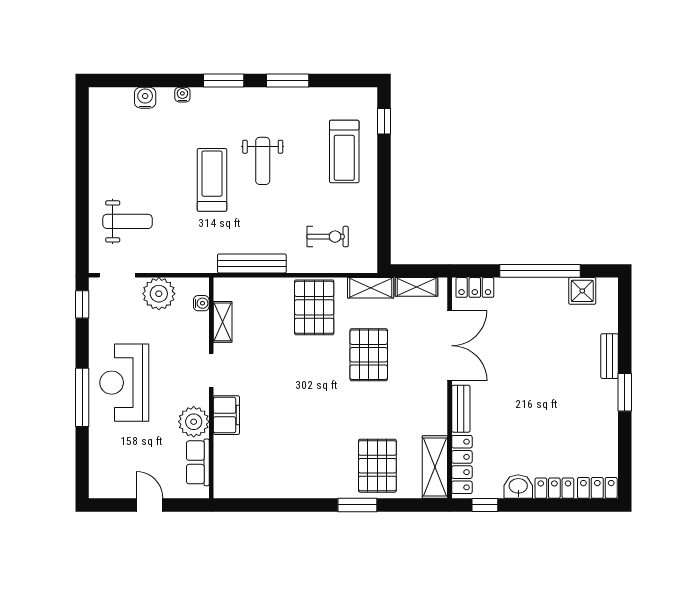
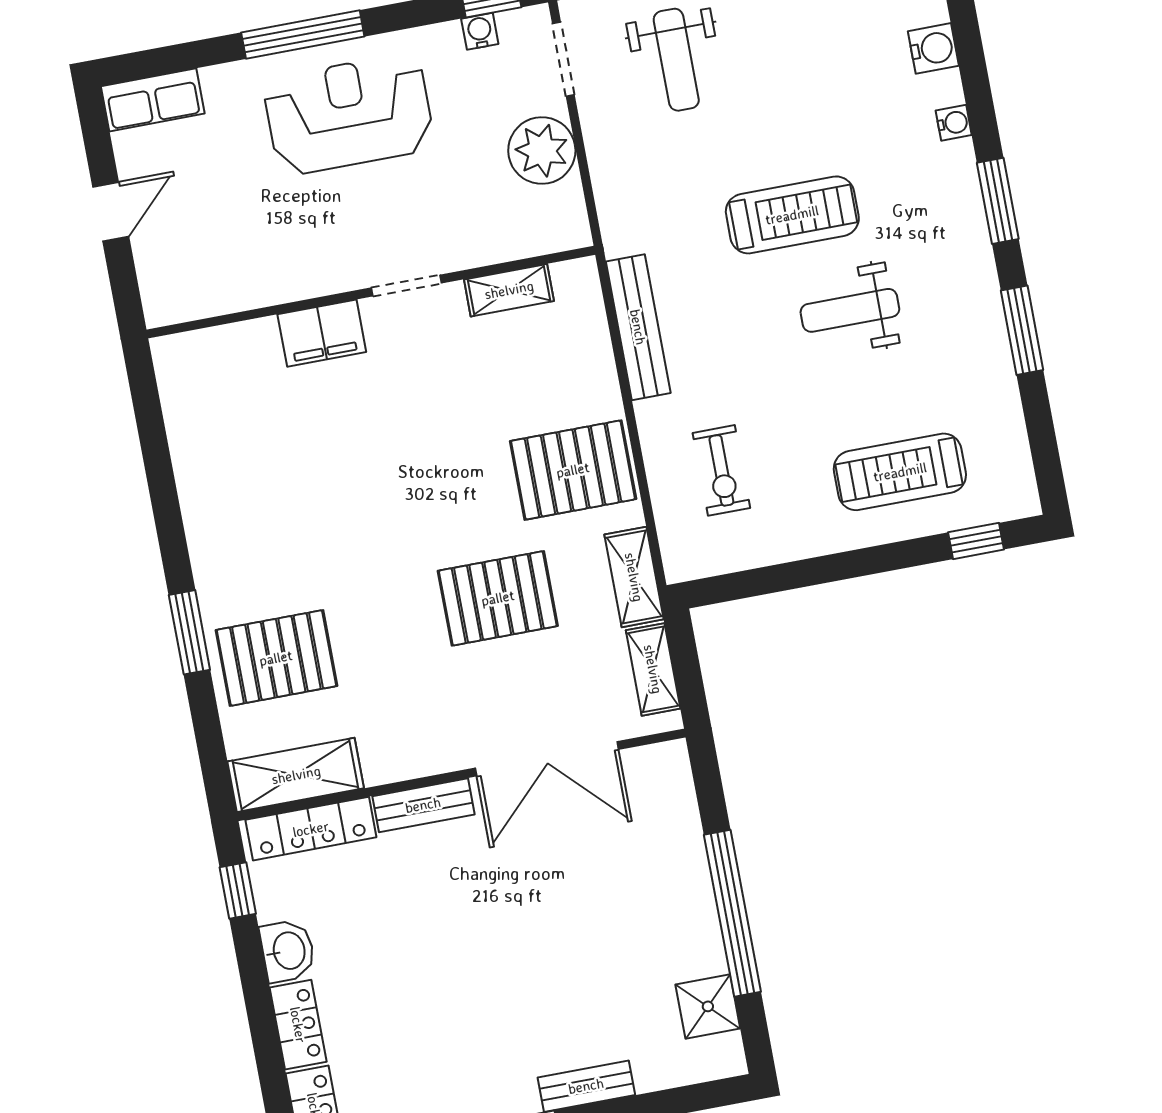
locker: (475, 287) -> (674, 788), removed
water cooler: (201, 303) -> (480, 31), moved, turned 180
plant: (194, 422) -> (296, 269), removed
row of seats: (198, 462) -> (153, 100), moved, turned 180

